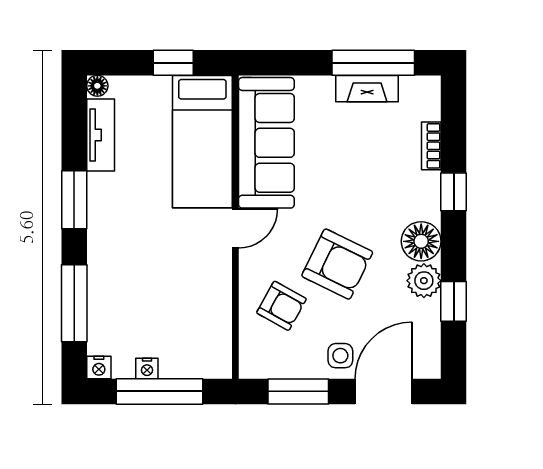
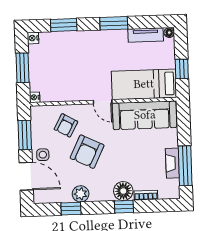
floor lamp: (421, 241) -> (123, 191), moved
window: (74, 303) -> (64, 25), width x0.69
nightstand: (147, 368) -> (35, 97), moved
window: (159, 391) -> (22, 68), width x0.69

